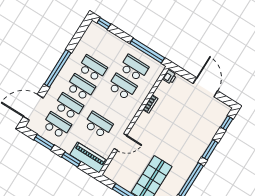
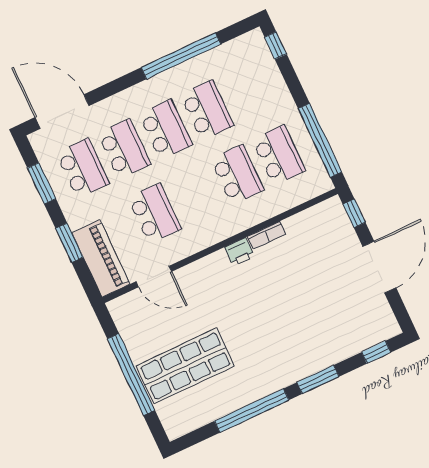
window: (58, 68) -> (181, 56), moved
window: (181, 72) -> (354, 213), added
printer: (169, 77) -> (240, 252), moved
door: (121, 142) -> (154, 277), moved

